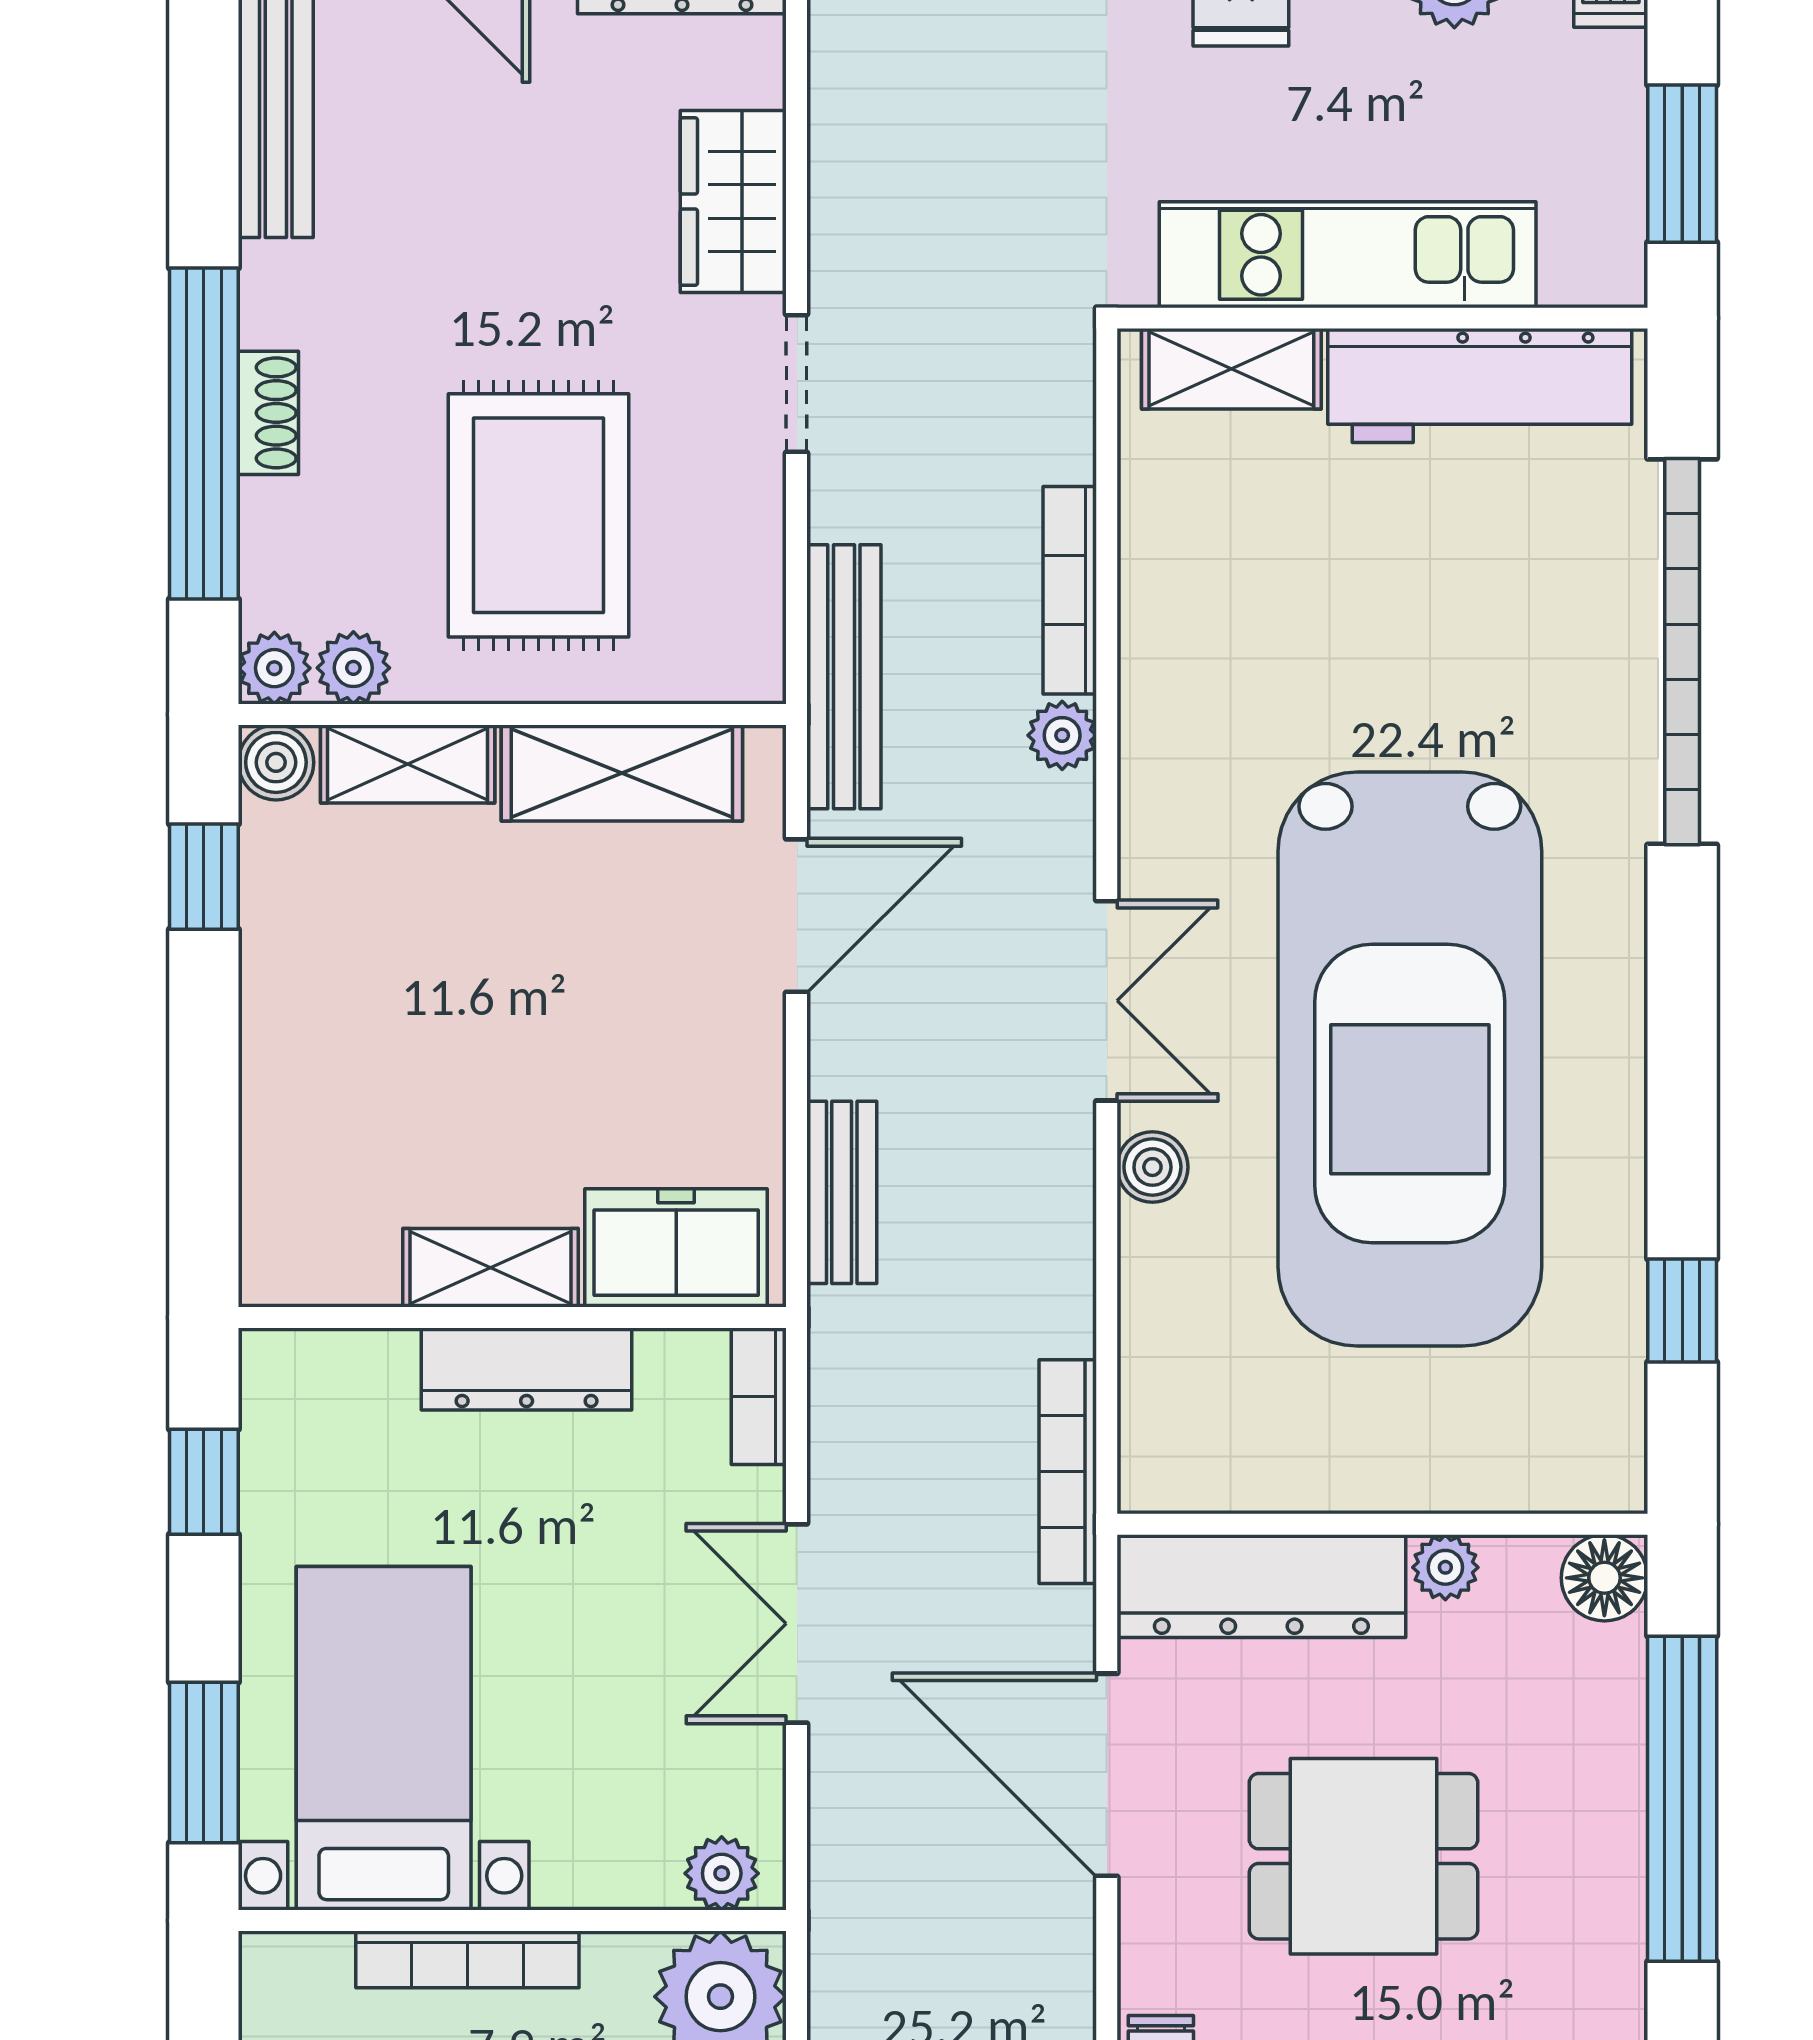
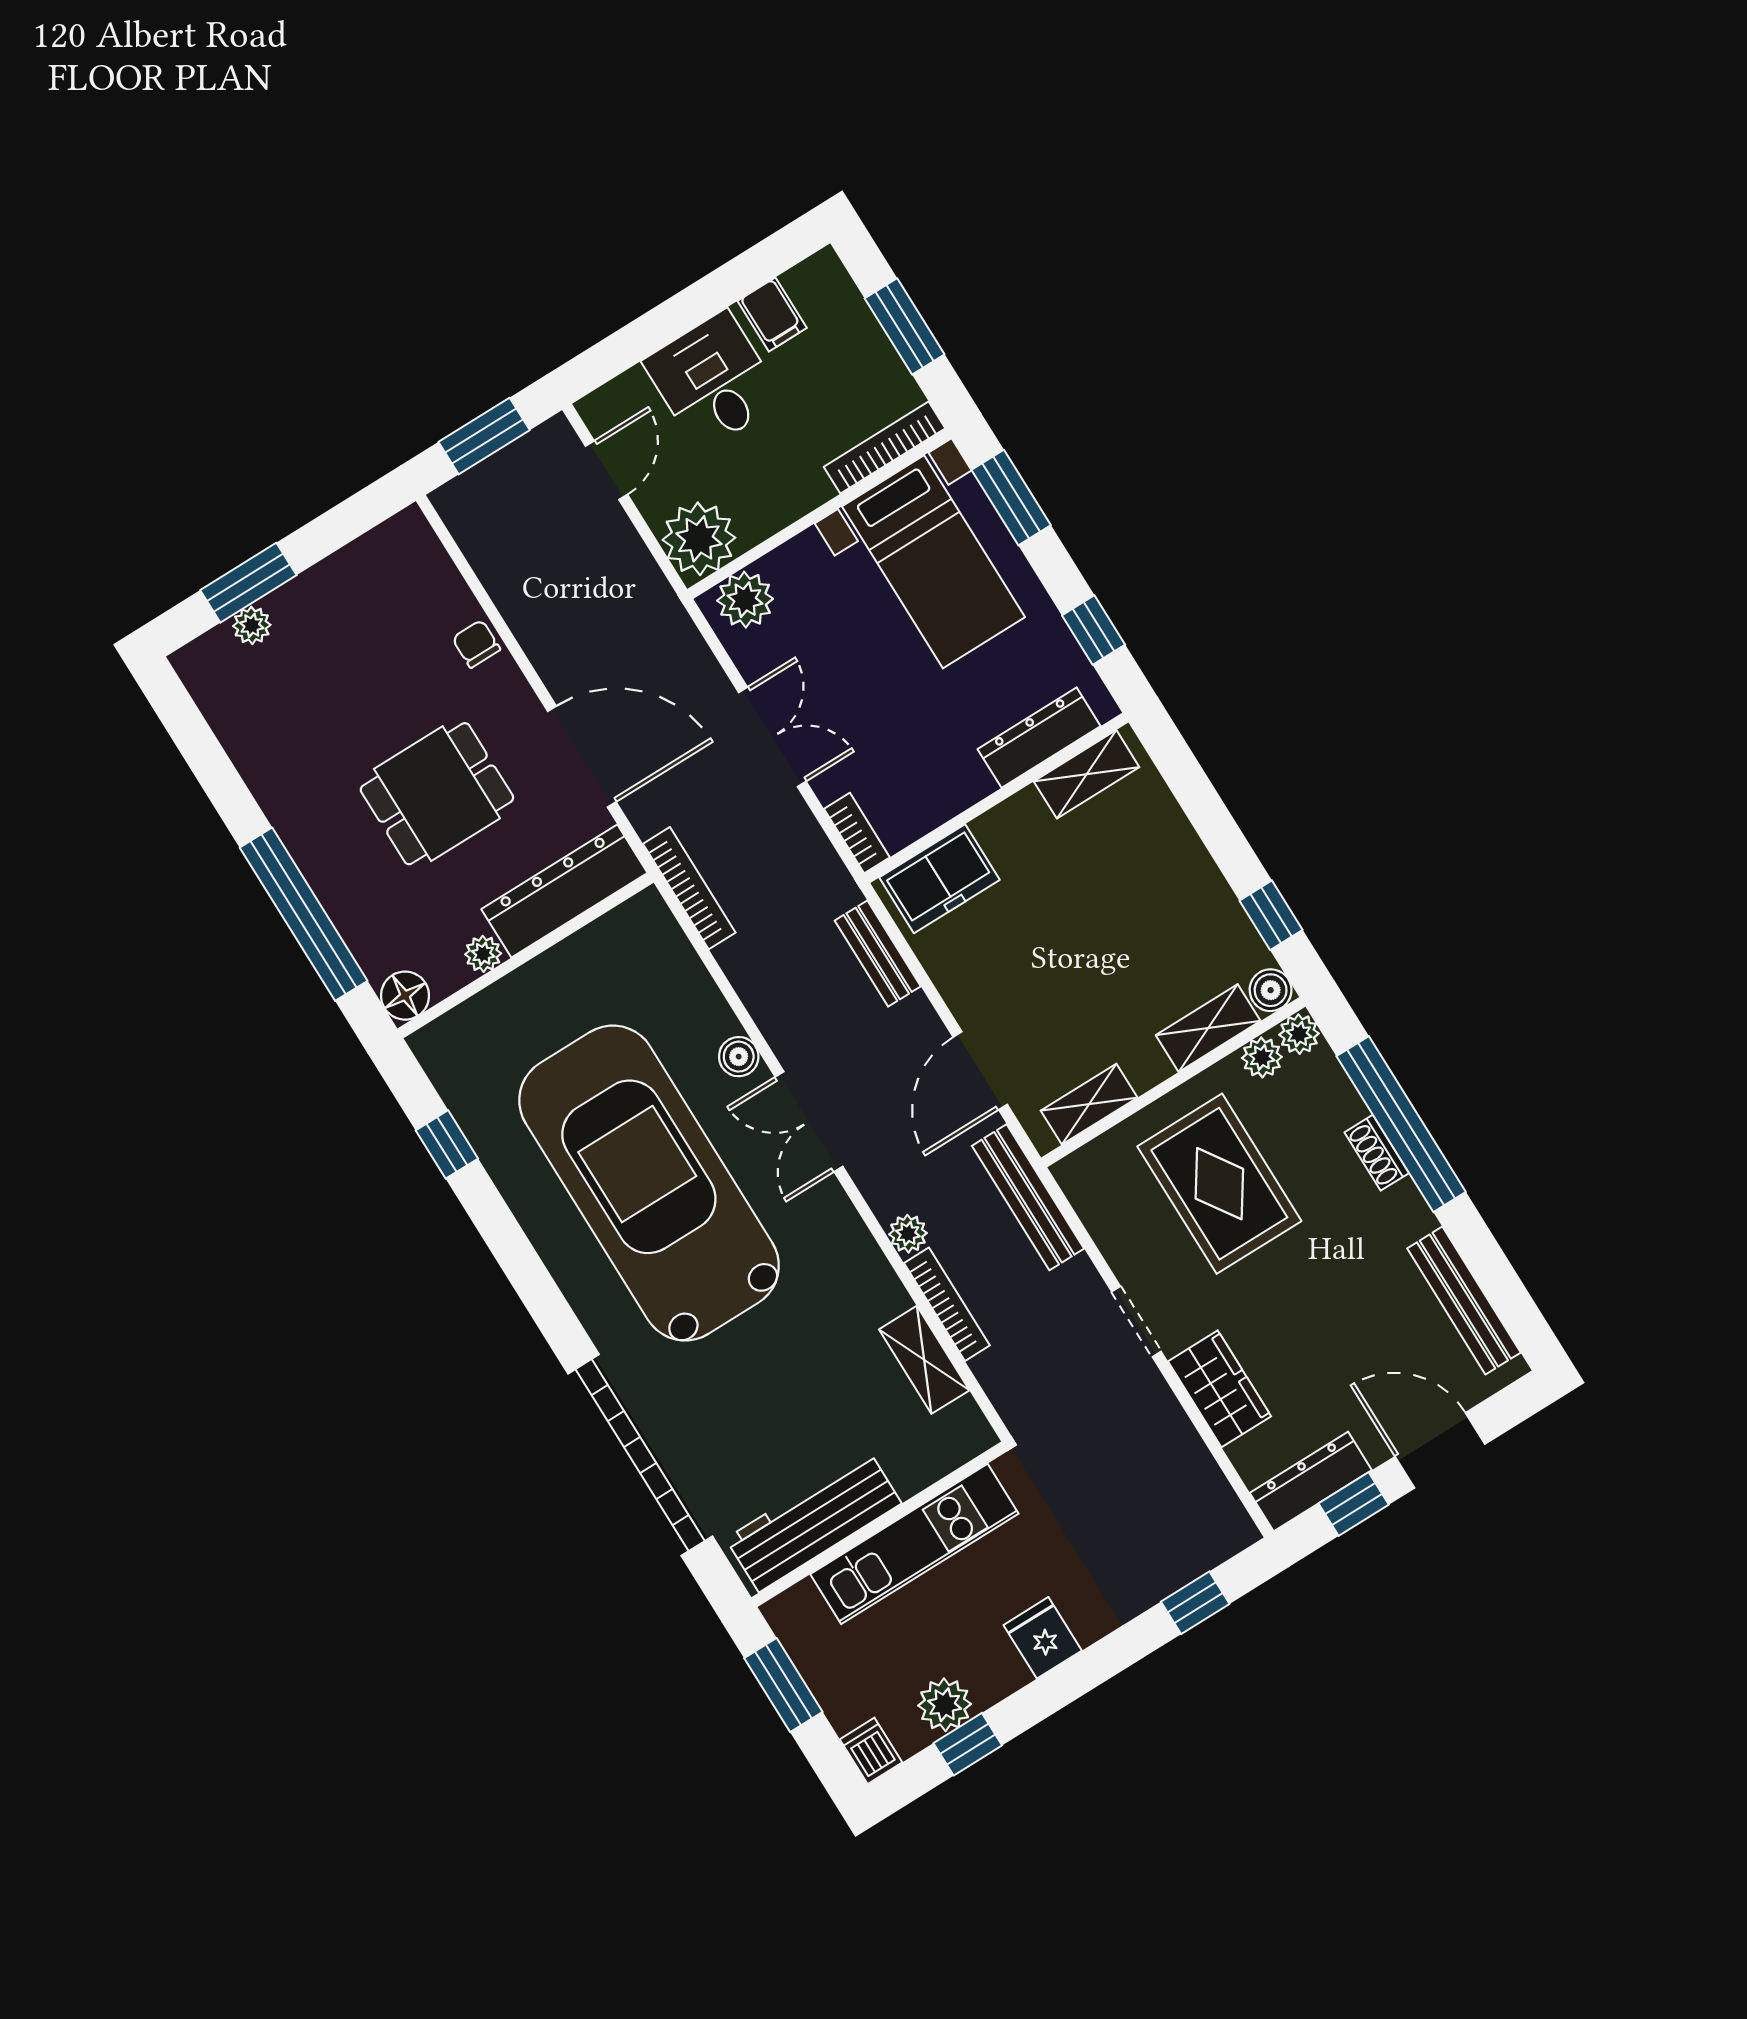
shelving: (1231, 369) -> (924, 1360), moved, turned 90
shelving: (622, 773) -> (1089, 1104), width x0.67, depth x0.75
shelving: (490, 1268) -> (1087, 774), moved
dresser: (527, 1369) -> (1039, 738), moved
plant: (722, 1873) -> (745, 600), width x1.38, depth x1.38
bookcase: (467, 1959) -> (885, 448), moved

